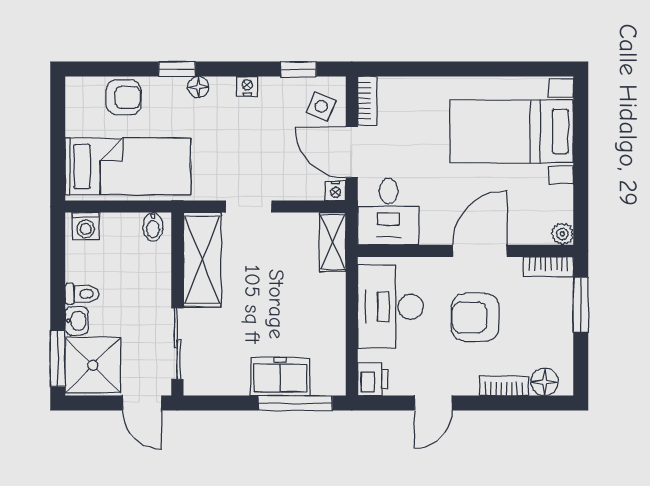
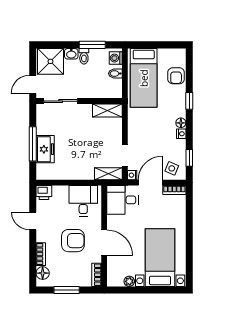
floor lamp: (198, 87) -> (181, 123), moved
doorway: (249, 207) -> (125, 155), moved
bidet: (153, 227) -> (115, 74), moved
plant: (562, 234) -> (129, 281), moved
shelving: (202, 260) -> (107, 110), width x0.67, depth x0.75
window: (581, 305) -> (67, 290), moved
desk: (390, 307) -> (83, 201), width x0.73
armchair: (475, 317) -> (73, 241), turned 90
window: (58, 358) -> (92, 45), moved
window: (295, 403) -> (33, 144), moved

